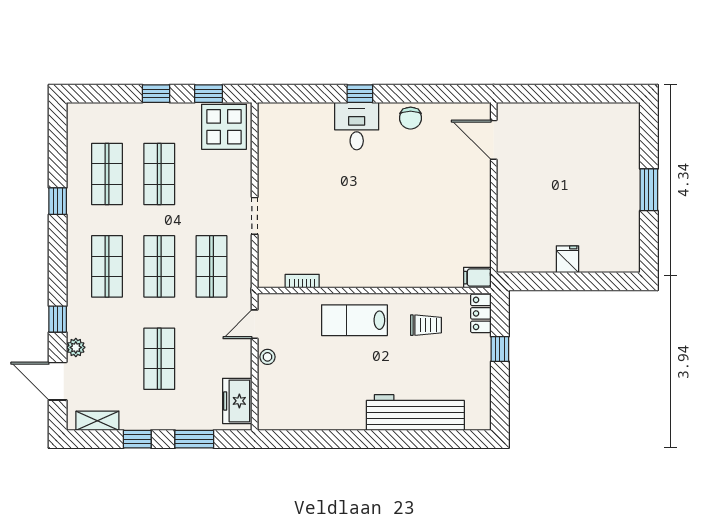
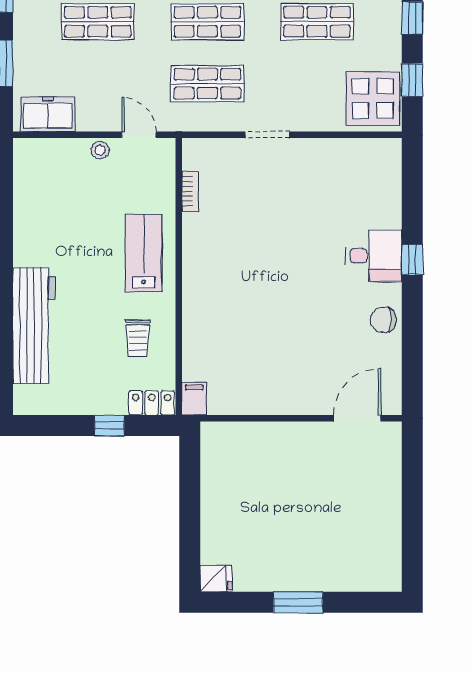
fridge: (567, 259) -> (216, 579), moved

